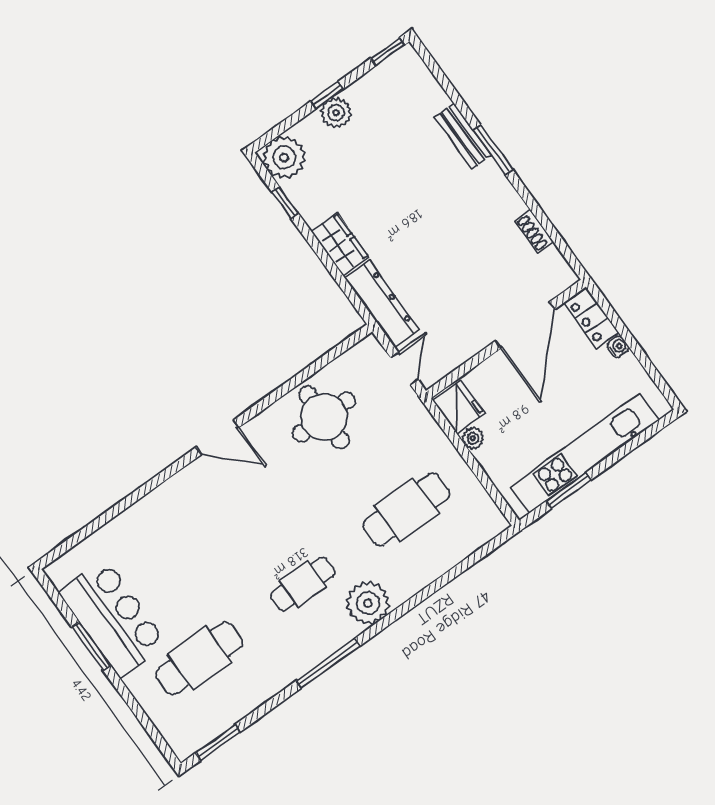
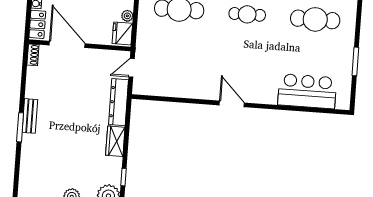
bench: (463, 136) -> (30, 116), moved
shoe rack: (534, 231) -> (33, 55), moved
door: (525, 325) -> (67, 44), hinge flipped
round table: (324, 417) -> (181, 76), removed
bar counter: (113, 618) -> (307, 91), moved, turned 90

